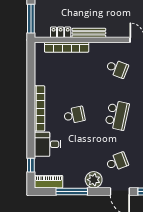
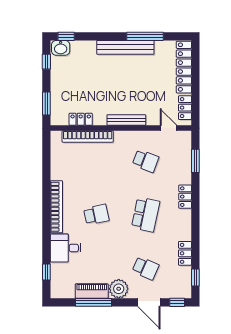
window: (31, 19) -> (46, 103), width x0.69
bench: (89, 33) -> (126, 120), moved
school desk: (117, 162) -> (146, 268), turned 45
piano: (48, 182) -> (92, 291), moved

